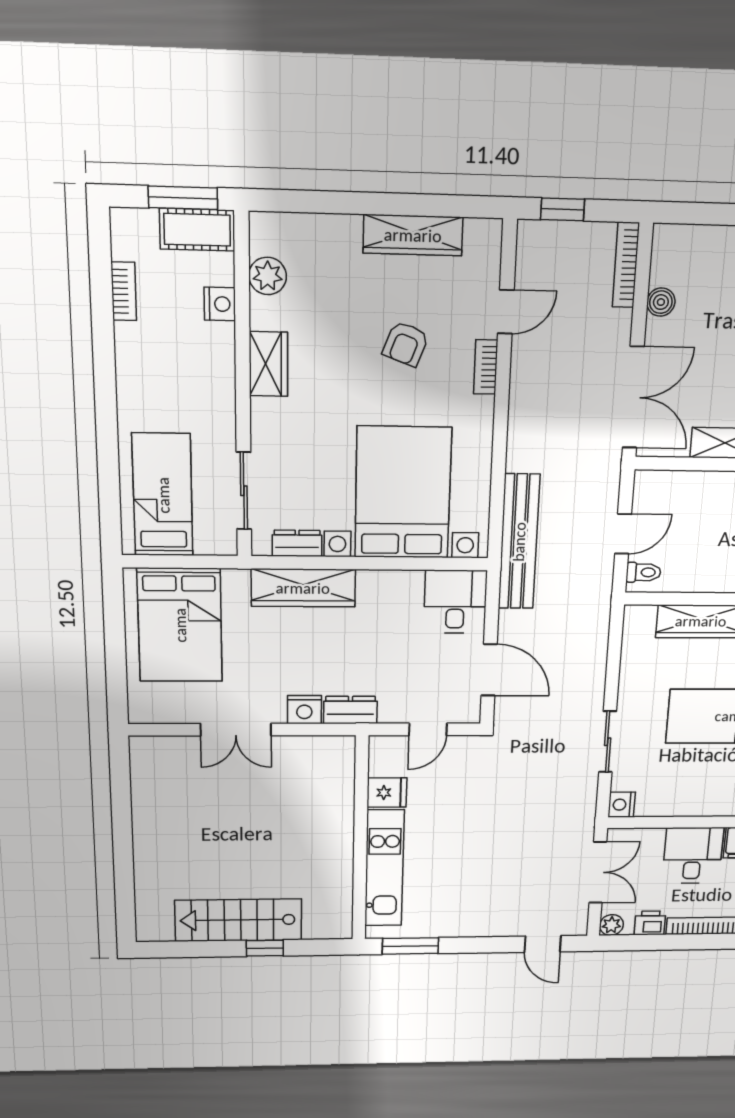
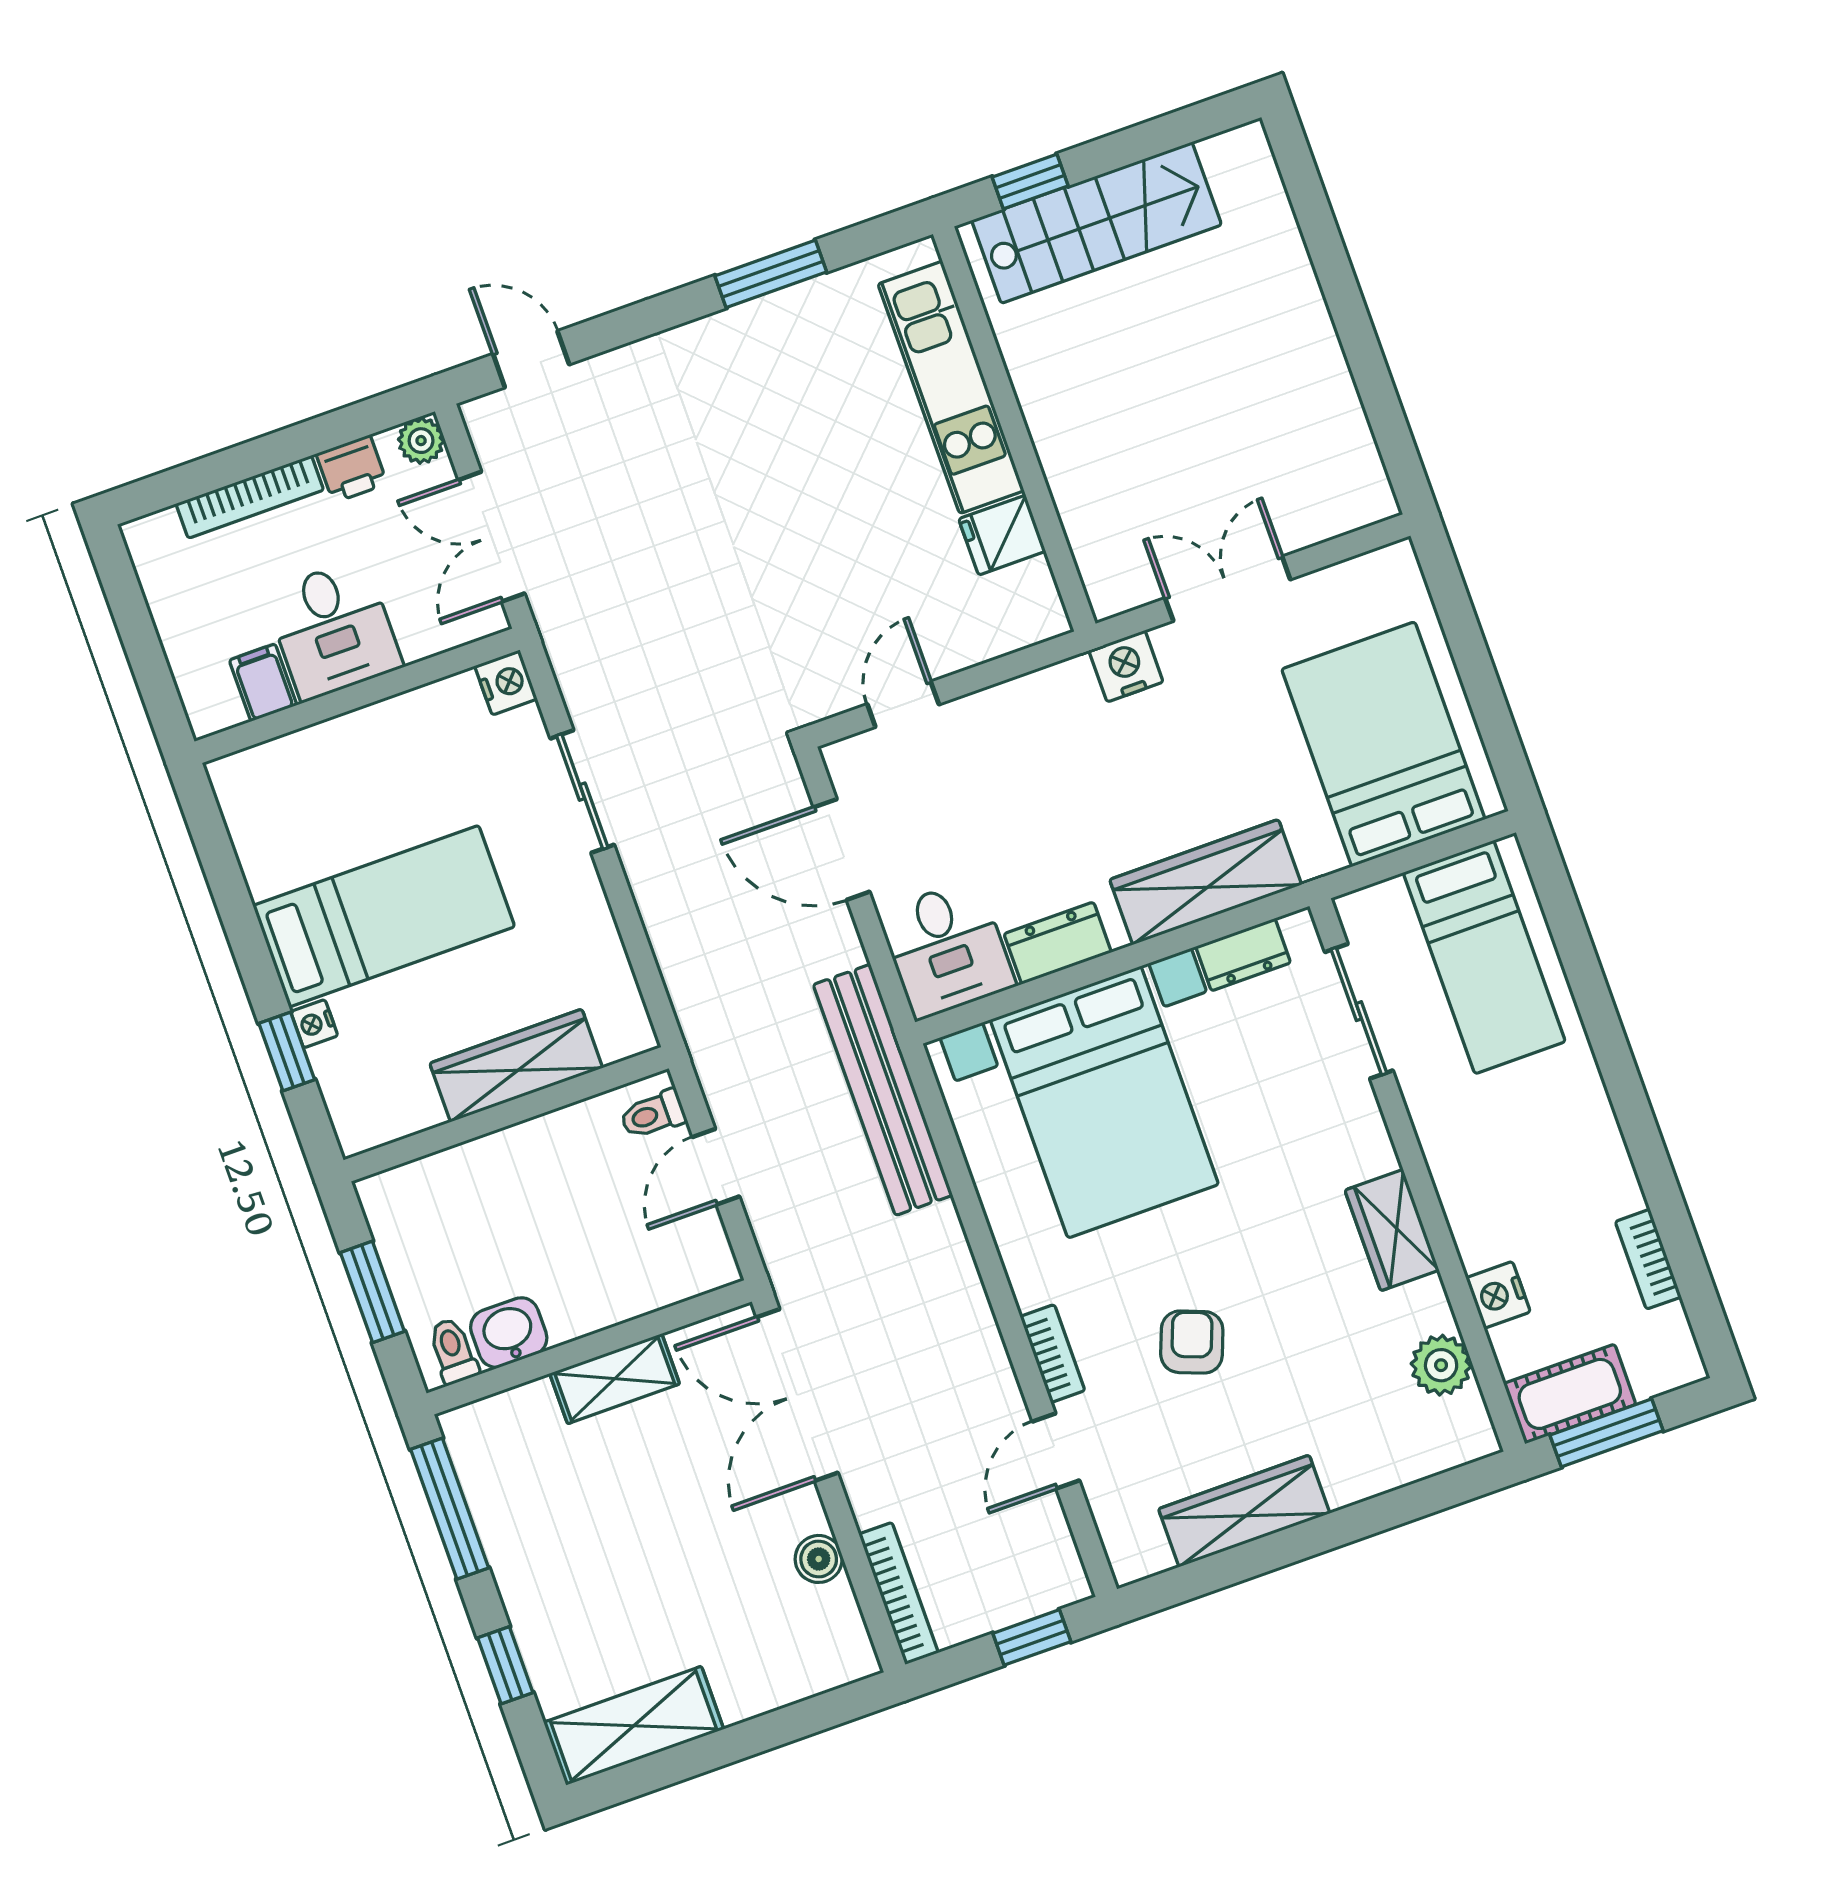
dresser: (350, 710) -> (1058, 943), moved, turned 180
fridge: (387, 793) -> (1002, 535), moved
wall: (360, 840) -> (1014, 429), moved
kitchen unit: (384, 868) -> (951, 387), moved

